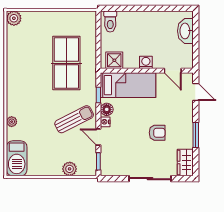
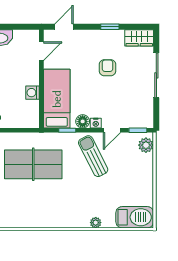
shower: (114, 60) -> (30, 113), removed
washing machine: (146, 62) -> (33, 93), moved
window: (196, 135) -> (110, 27), width x0.67
plant: (70, 169) -> (146, 145), moved

